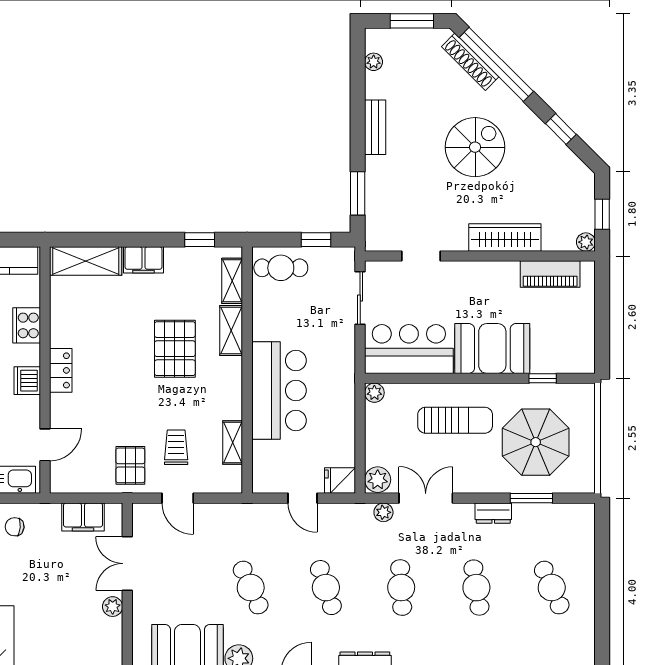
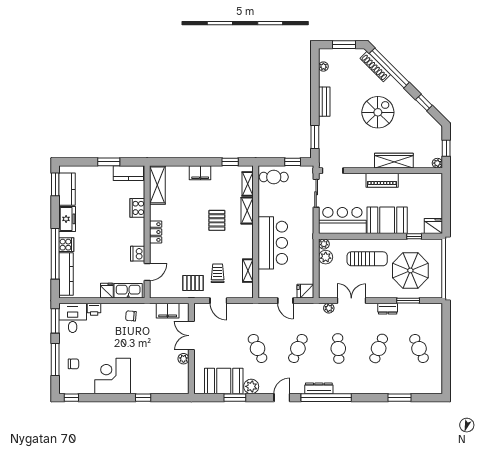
doorway: (421, 256) -> (333, 171), moved
shelving: (86, 261) -> (157, 185), moved, turned 90
piano: (550, 274) -> (382, 180), moved
pallet: (175, 349) -> (217, 220), width x0.67, depth x0.71
fridge: (578, 359) -> (433, 226), added
dishwasher: (27, 381) -> (138, 254), moved
pallet: (130, 465) -> (193, 283), turned 90
plant: (378, 480) -> (326, 257), moved
cafe table: (326, 588) -> (298, 348), turned 42
cafe table: (476, 588) -> (379, 348), turned 30

